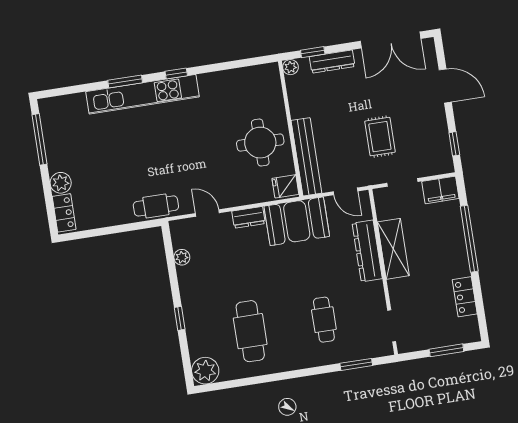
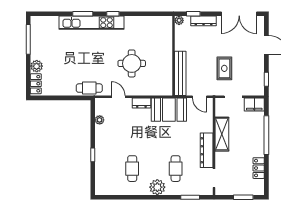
round table: (260, 143) -> (132, 63), moved
fridge: (285, 186) -> (165, 88), removed
dresser: (367, 251) -> (207, 150), moved
cafe table: (250, 331) -> (132, 169), width x0.73, depth x0.74
plant: (205, 371) -> (157, 187), moved

